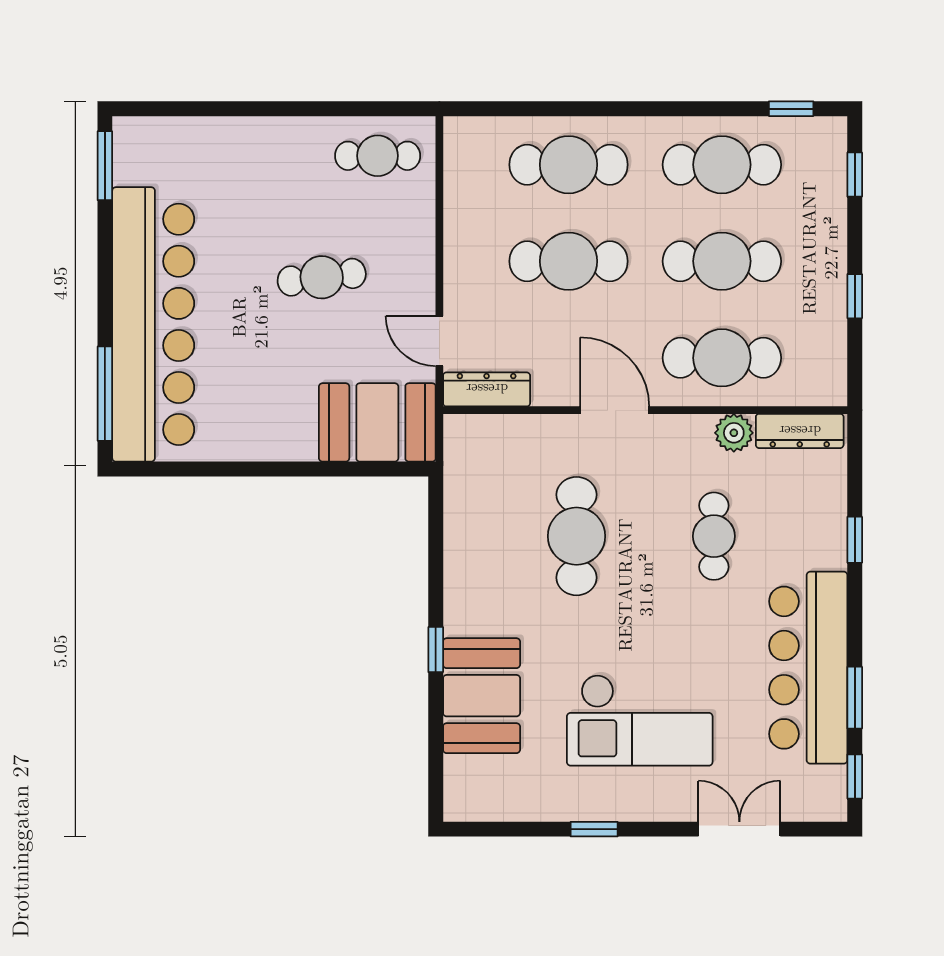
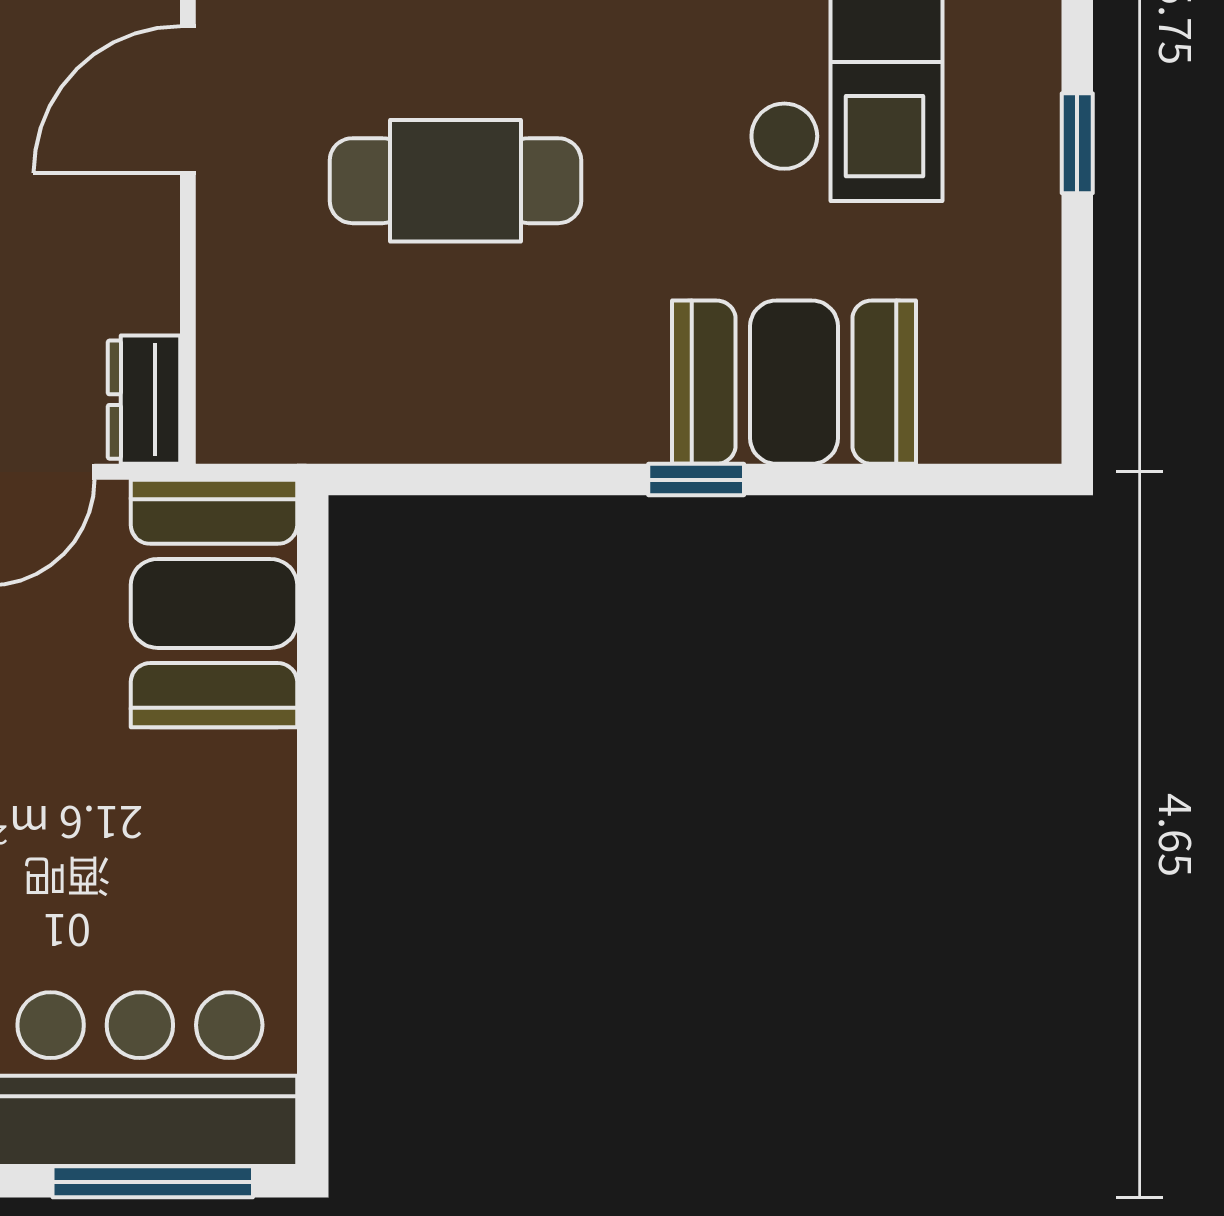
dresser: (487, 389) -> (144, 400), width x0.70

